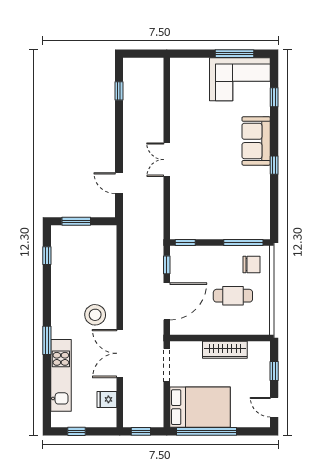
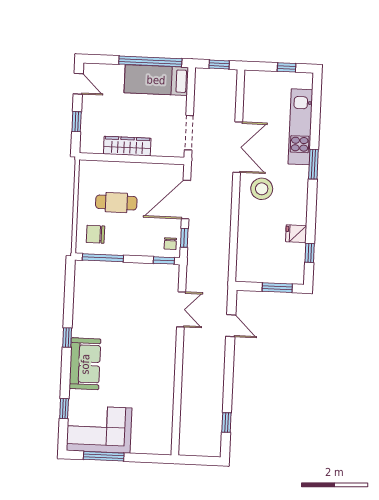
double door: (167, 160) -> (181, 309), moved
chair: (180, 259) -> (170, 244), added
fridge: (107, 399) -> (296, 234), moved, turned 180
bed: (200, 407) -> (156, 80), width x0.67

